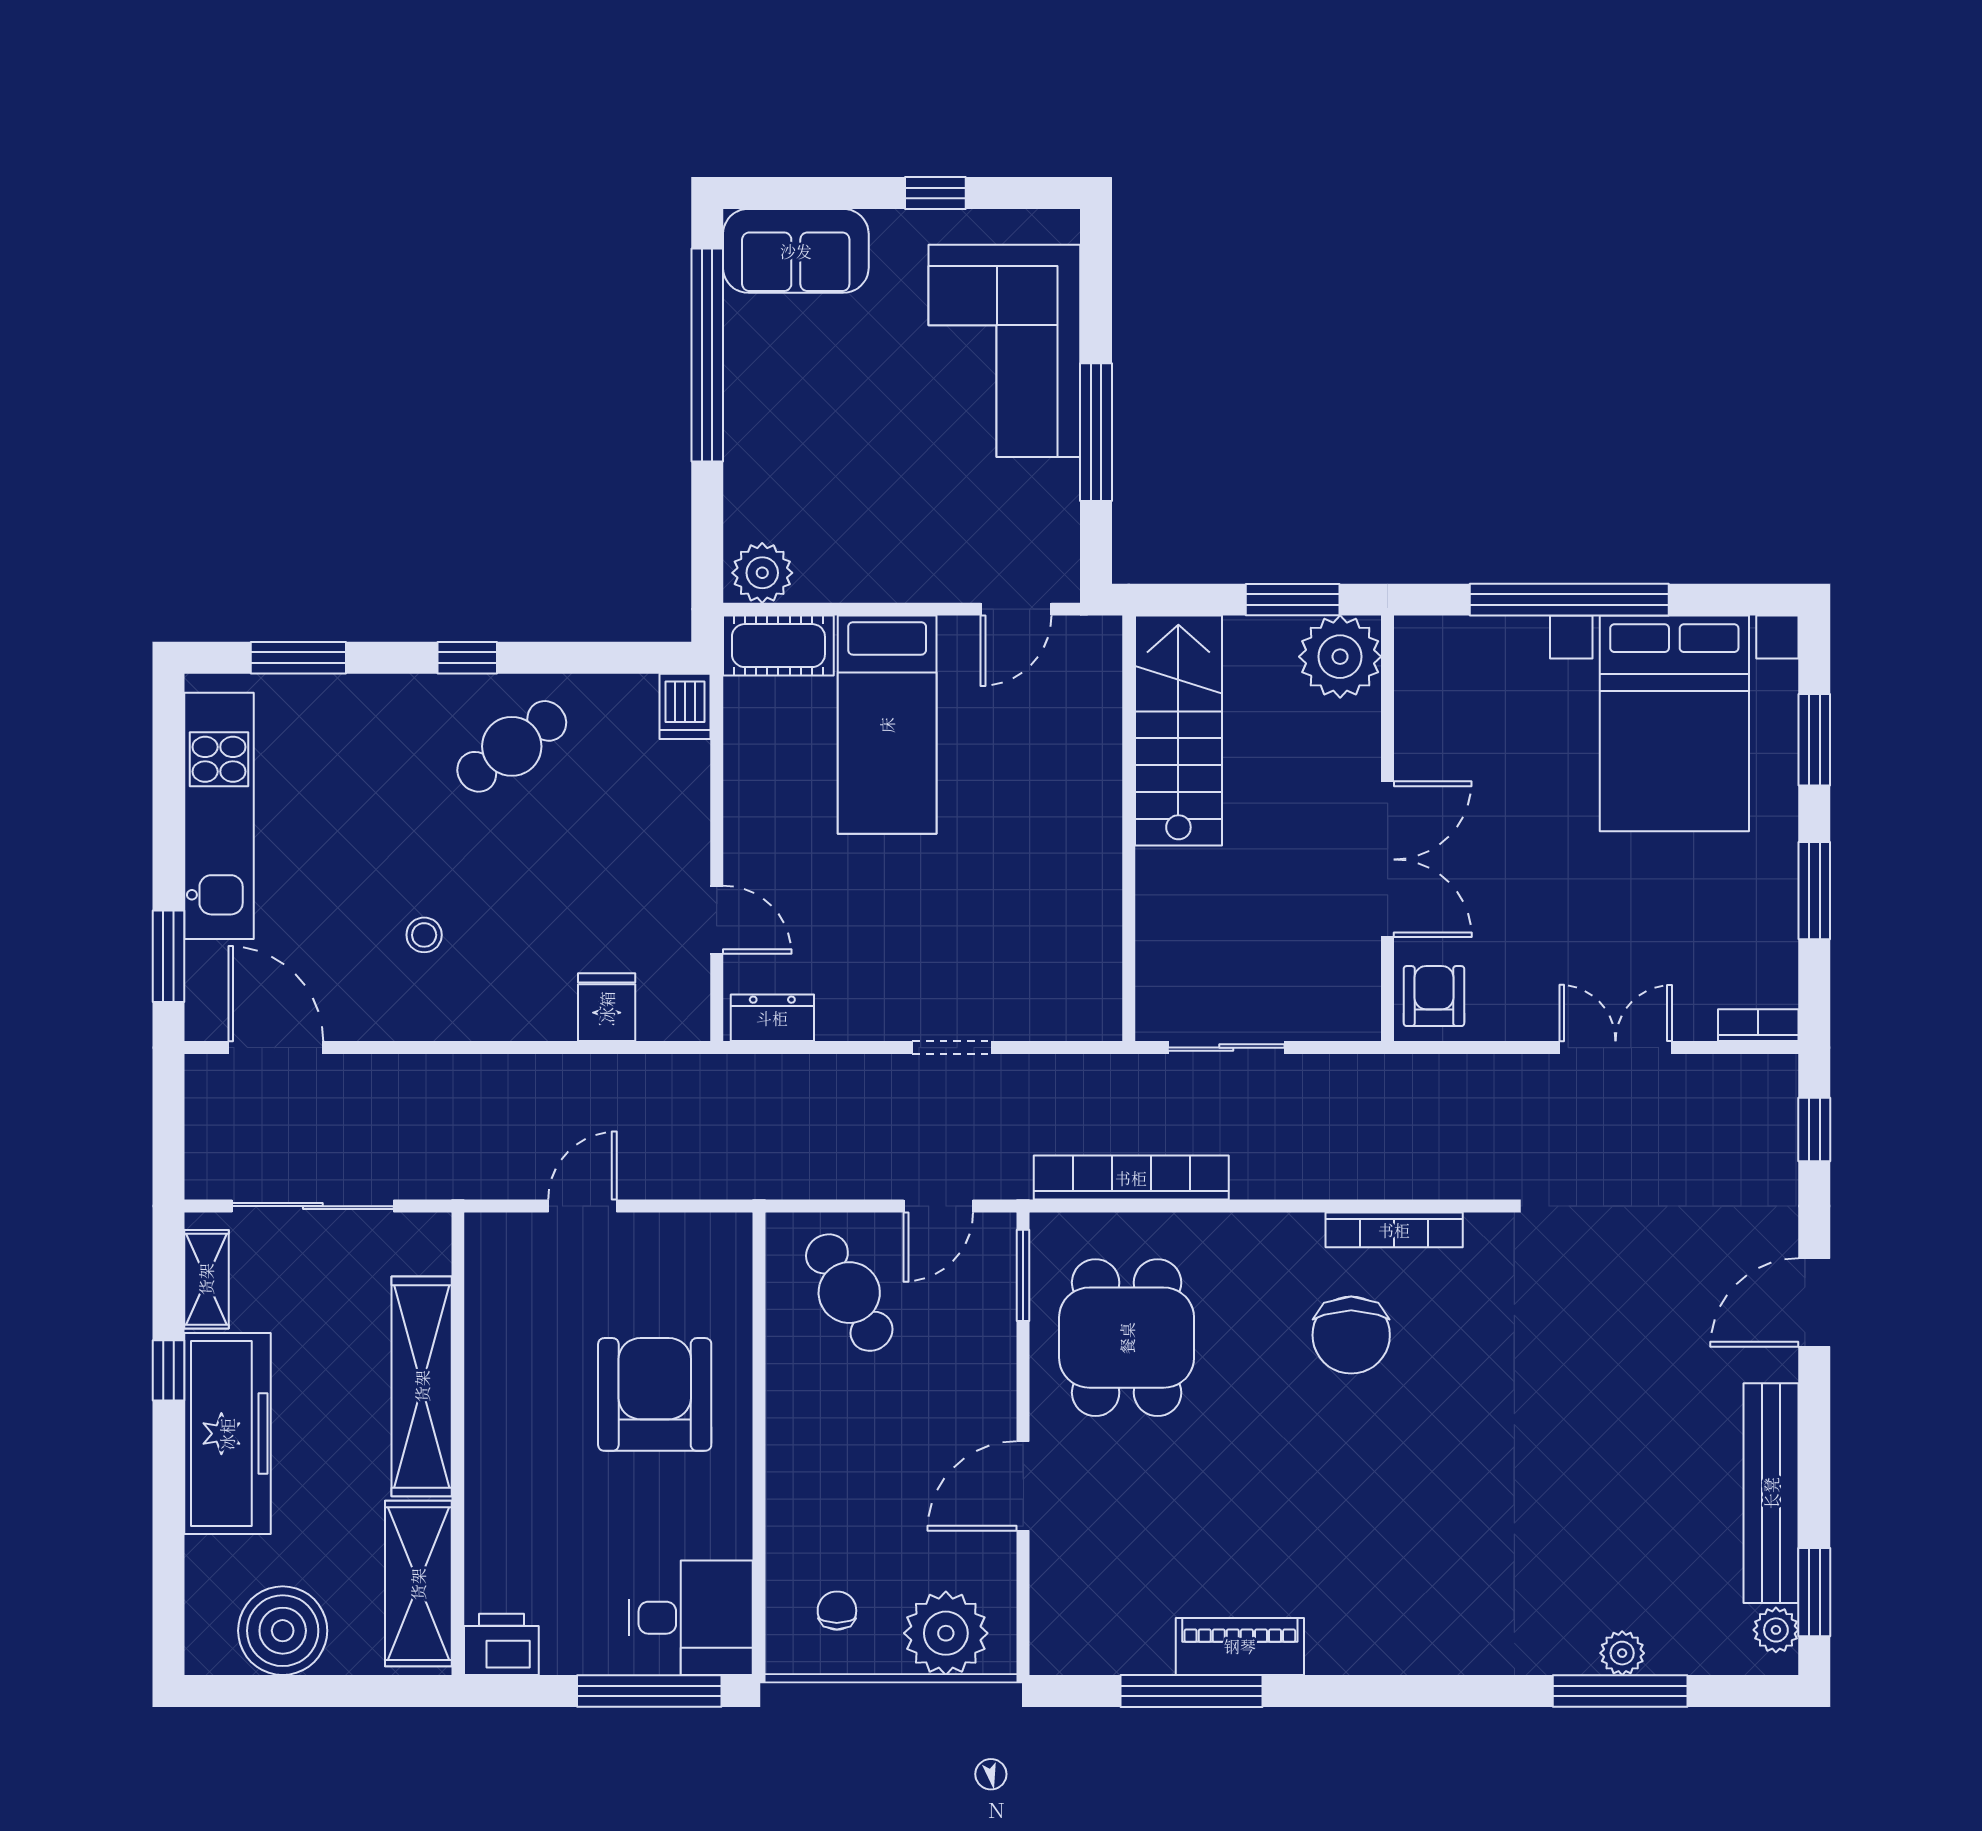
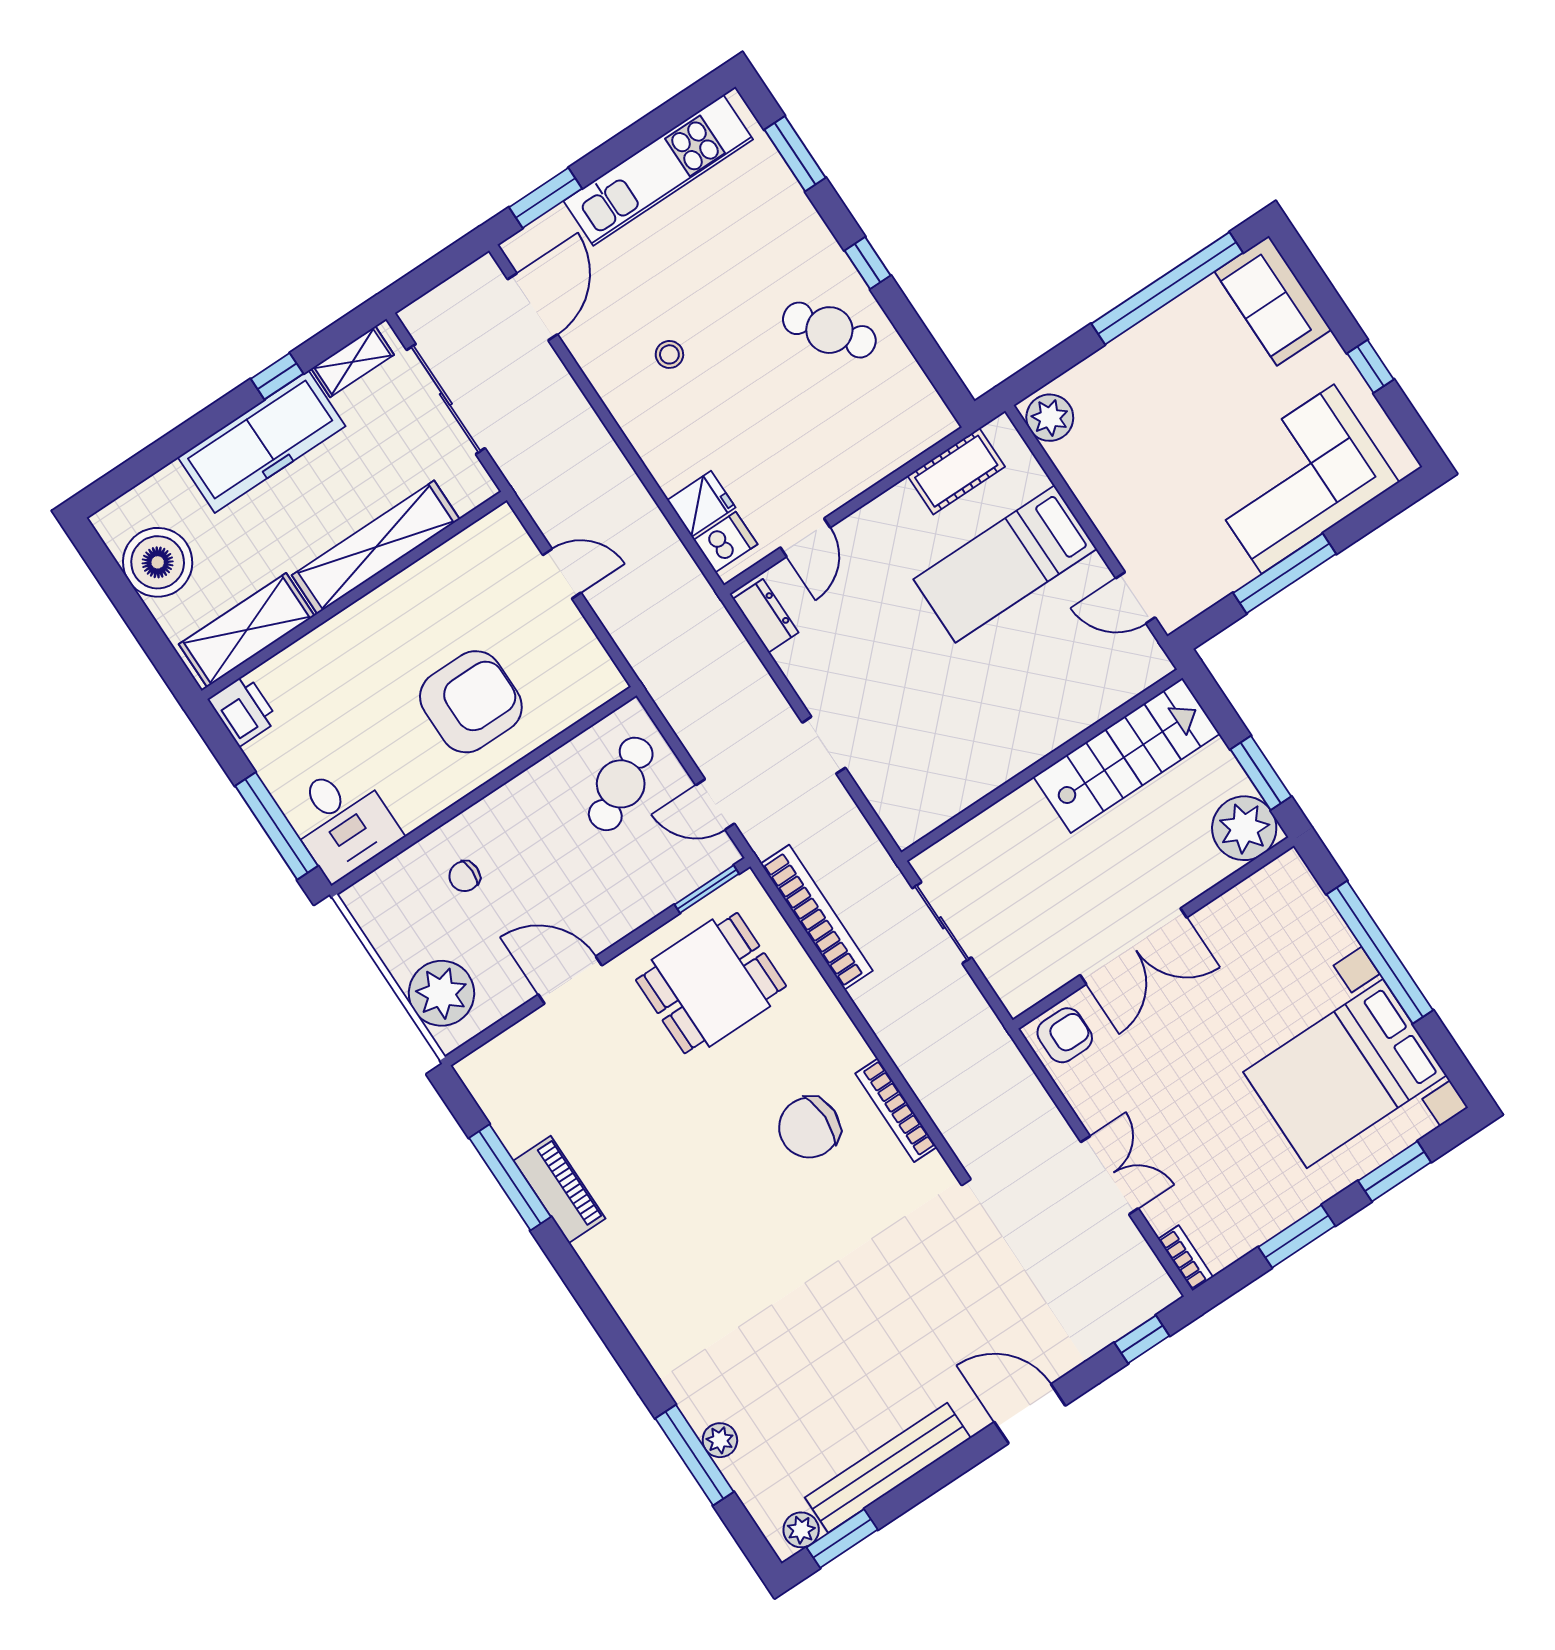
cot: (778, 646) -> (956, 471), moved, turned 90
dishwasher: (685, 706) -> (725, 542), moved, turned 180
chair: (837, 1611) -> (465, 876), moved, turned 180

